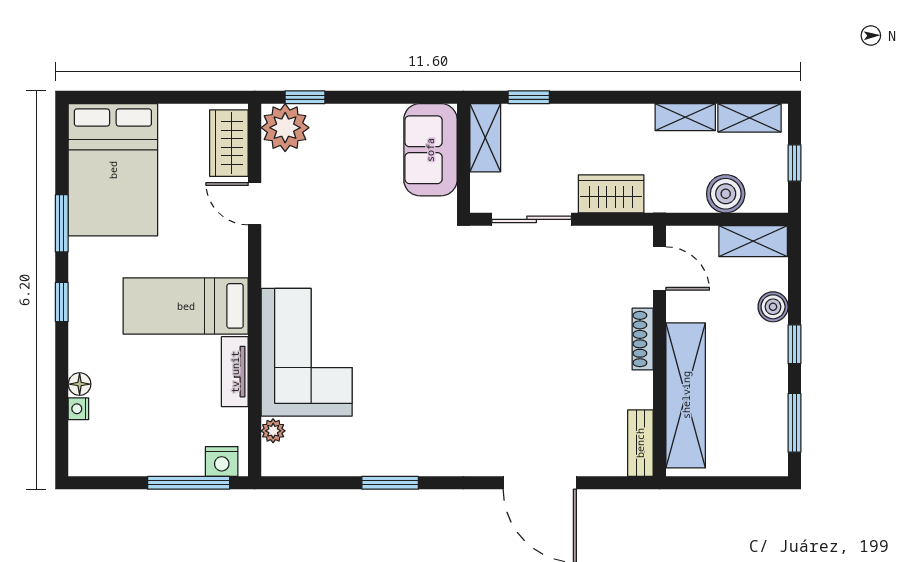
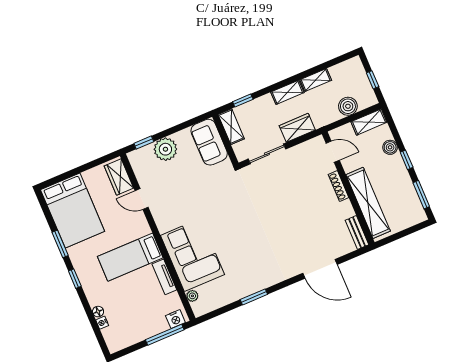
shelving: (750, 118) -> (287, 92), moved
plant: (285, 128) -> (165, 149), moved

